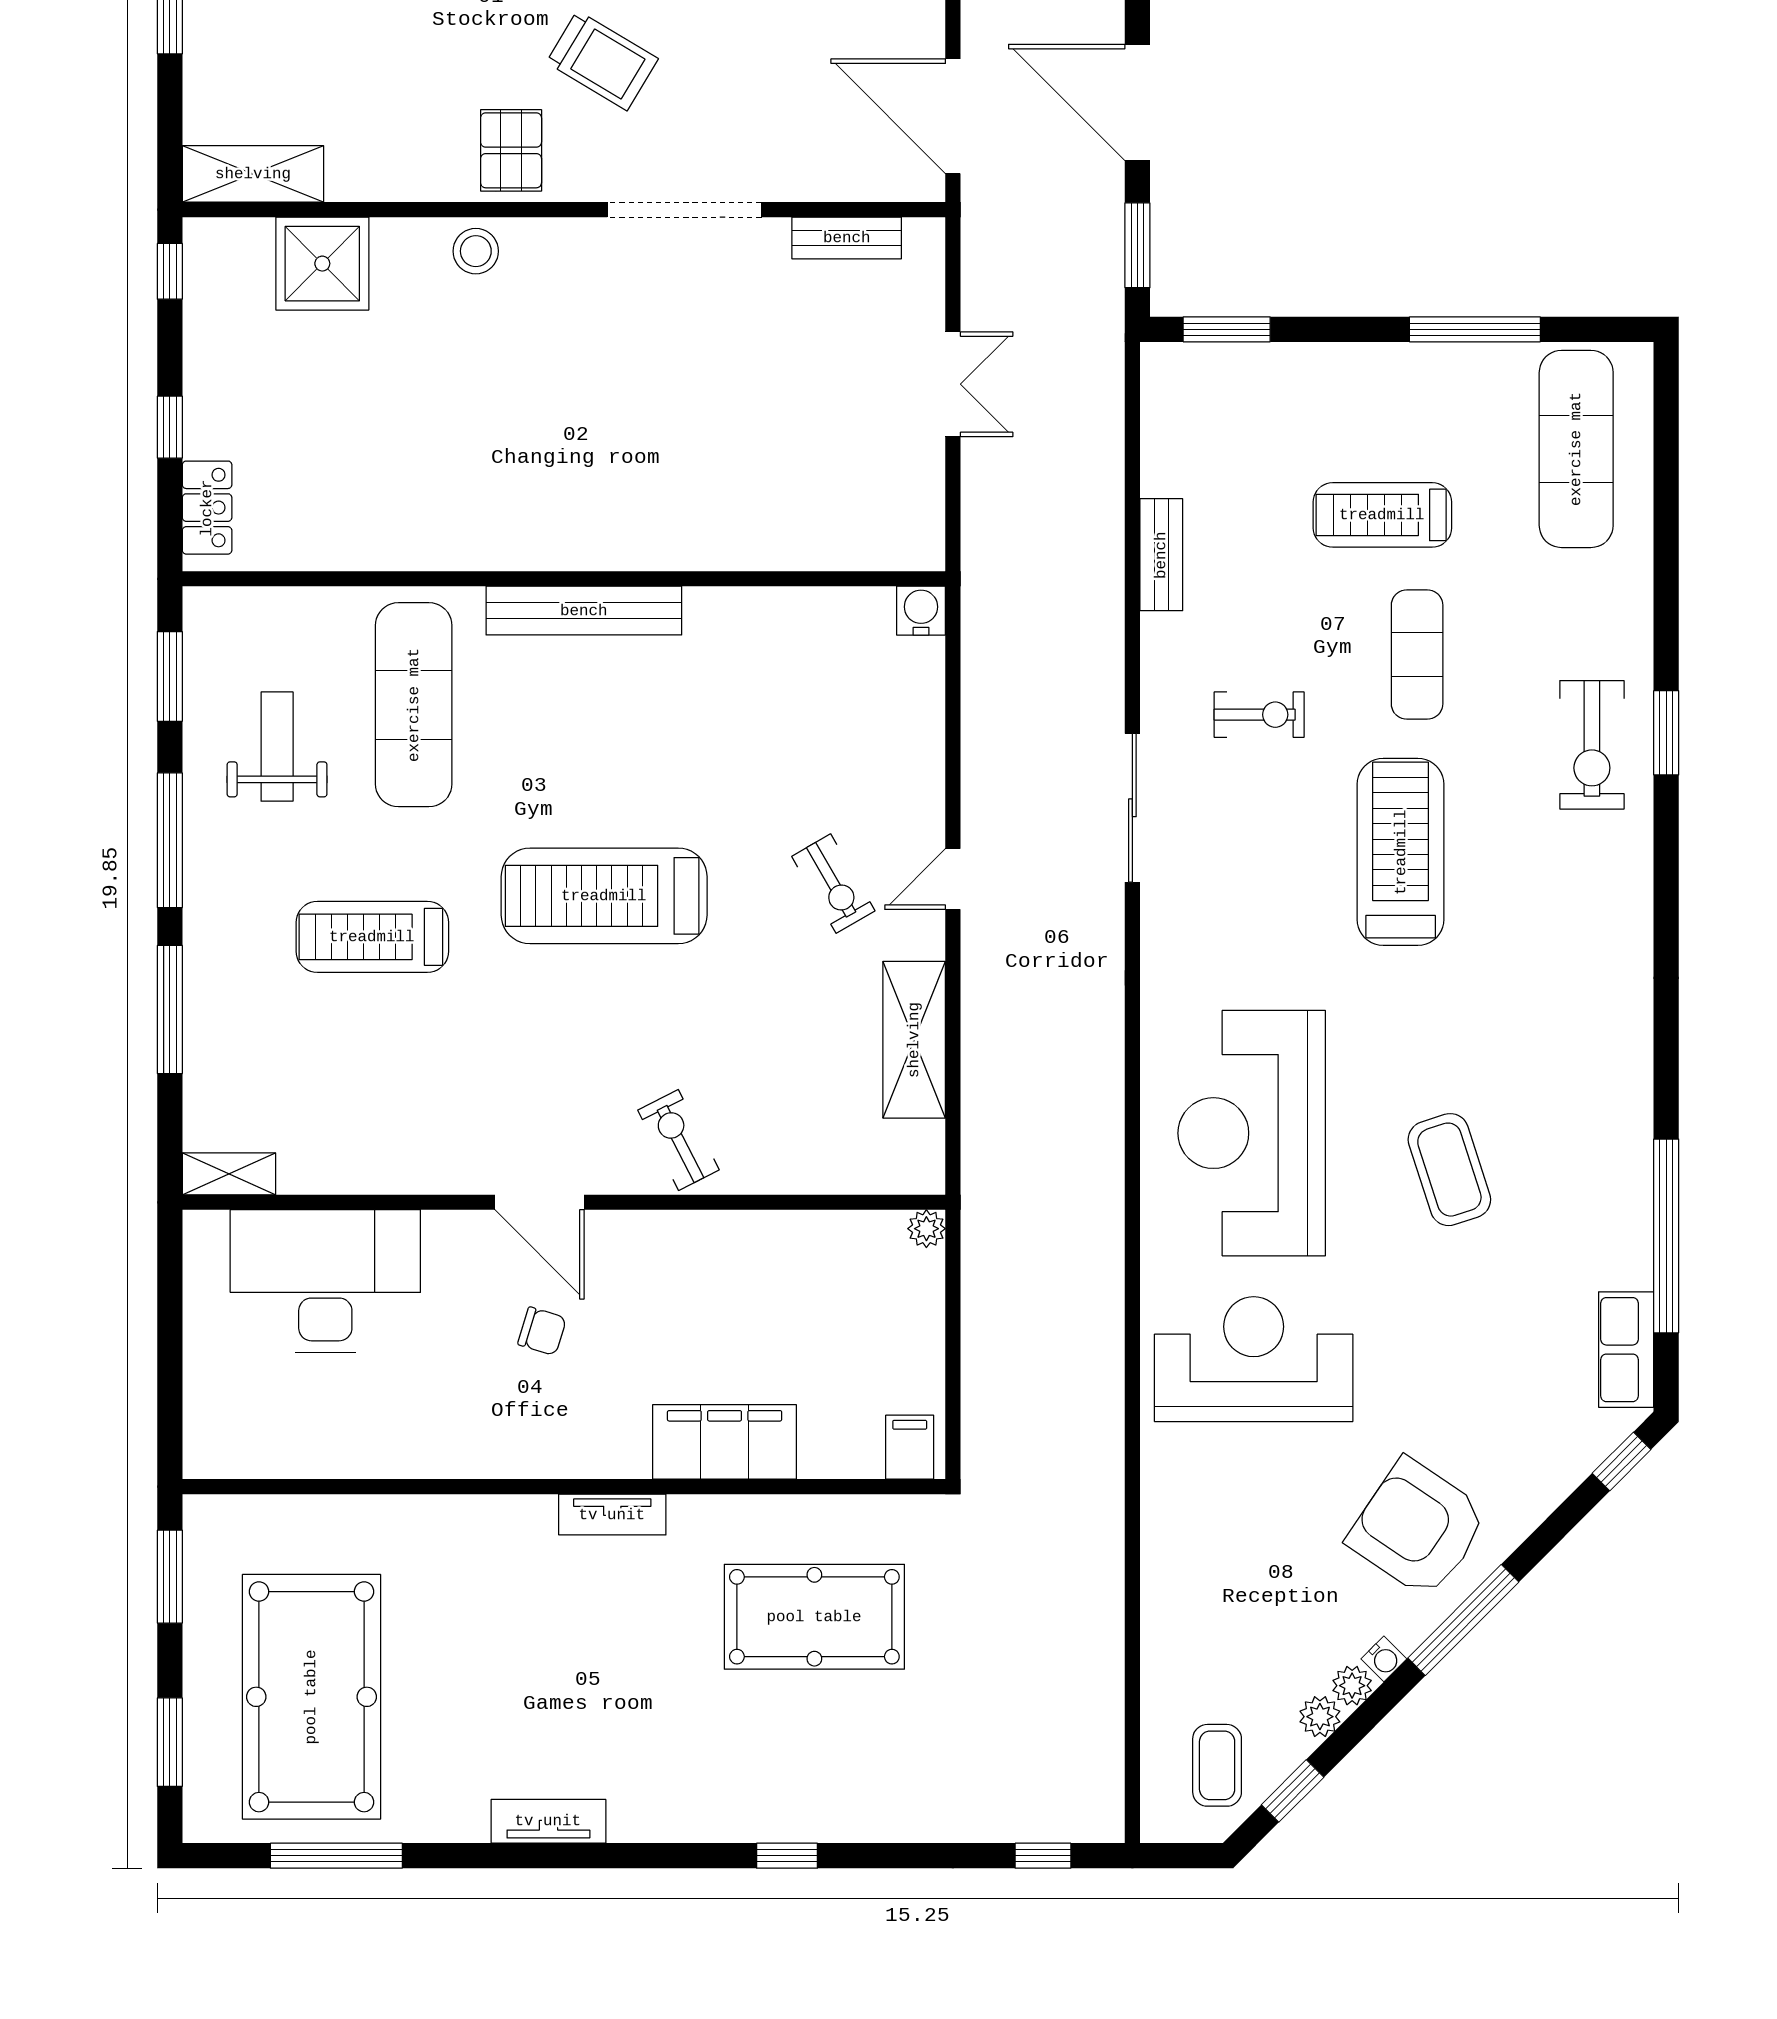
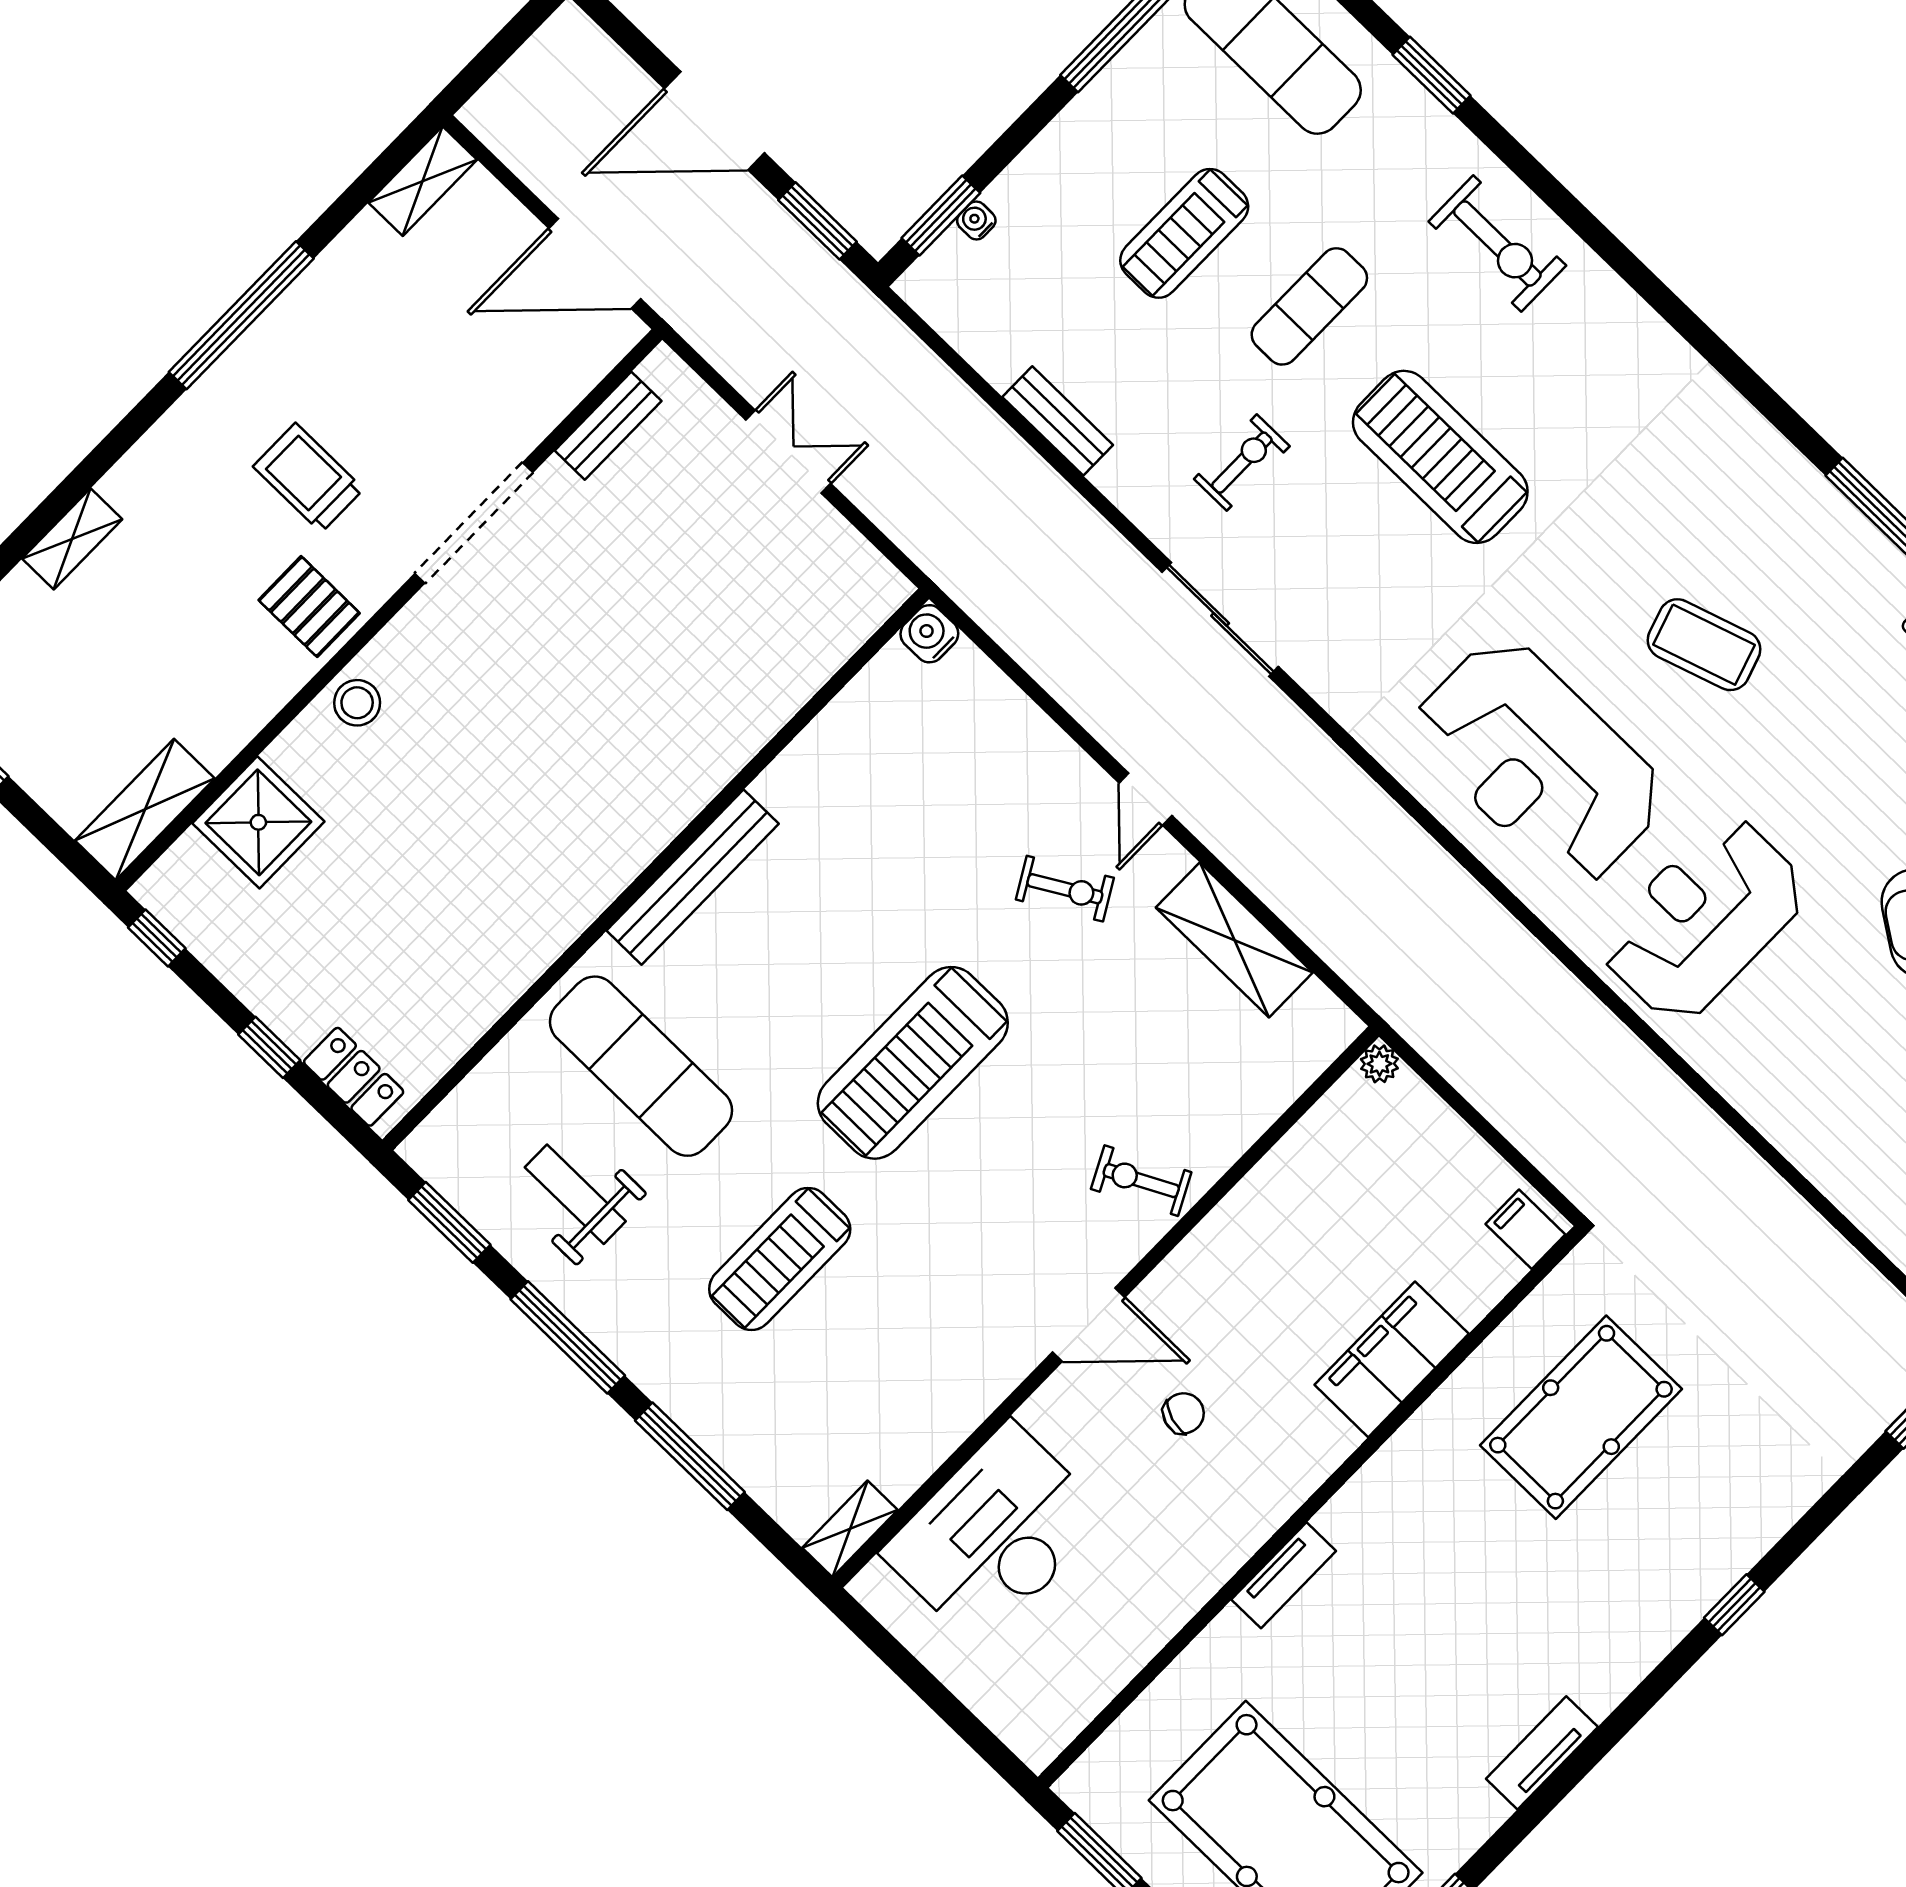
trolley: (602, 61) -> (308, 478), turned -121
water cooler: (1248, 358) -> (976, 221), added
exercise mat: (1417, 655) -> (1309, 306), turned 90
window: (1666, 733) -> (1431, 75), moved
tv unit: (612, 1515) -> (1284, 1575), moved

